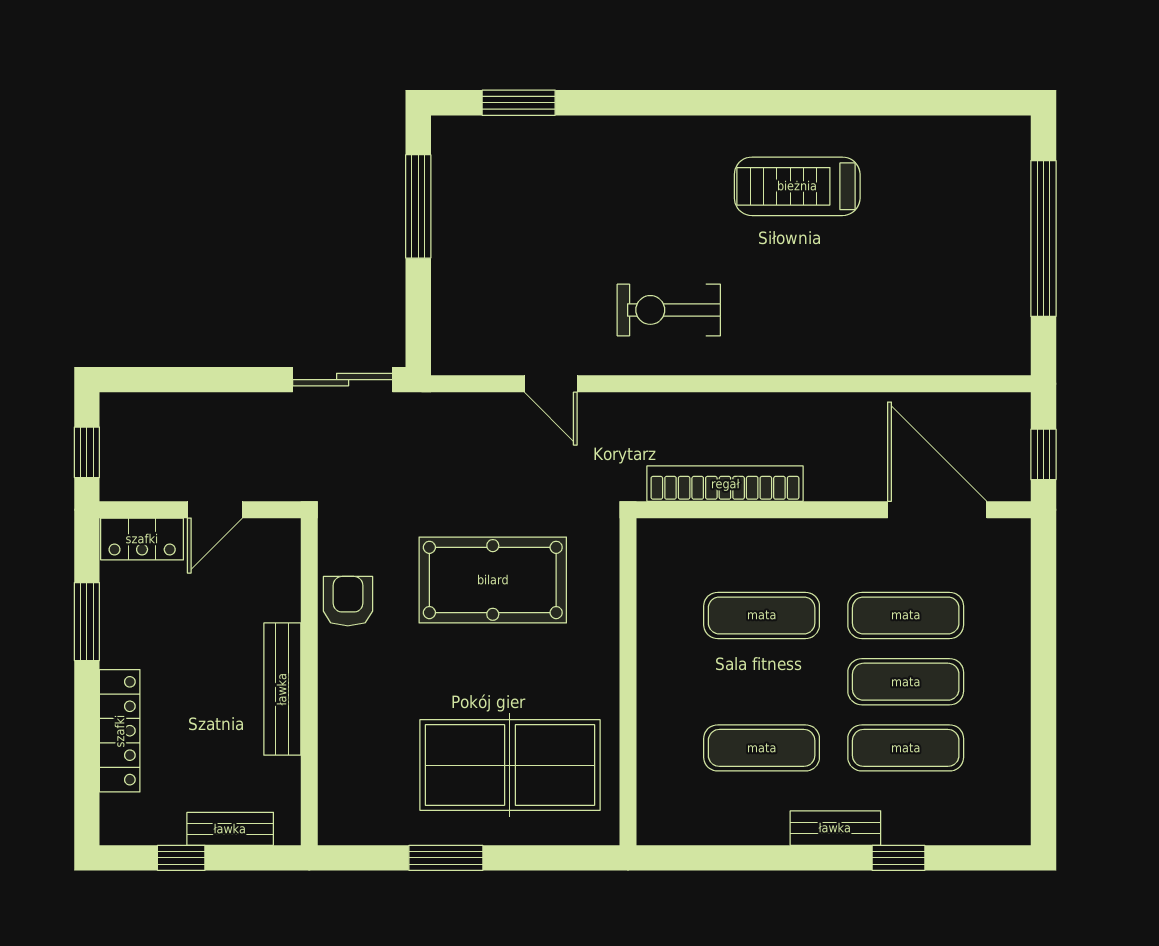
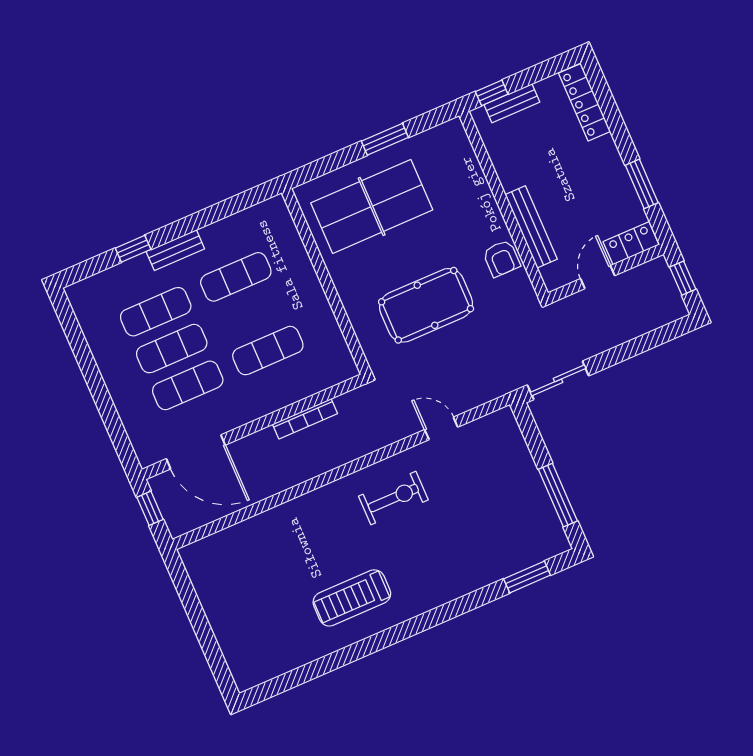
treadmill: (797, 186) -> (352, 598), turned 180
window: (1043, 239) -> (202, 628), removed
bookcase: (725, 484) -> (305, 419), width x0.68, depth x0.76
bench: (282, 689) -> (531, 227), moved
locker: (120, 731) -> (585, 102), moved
window: (181, 858) -> (492, 93), moved

